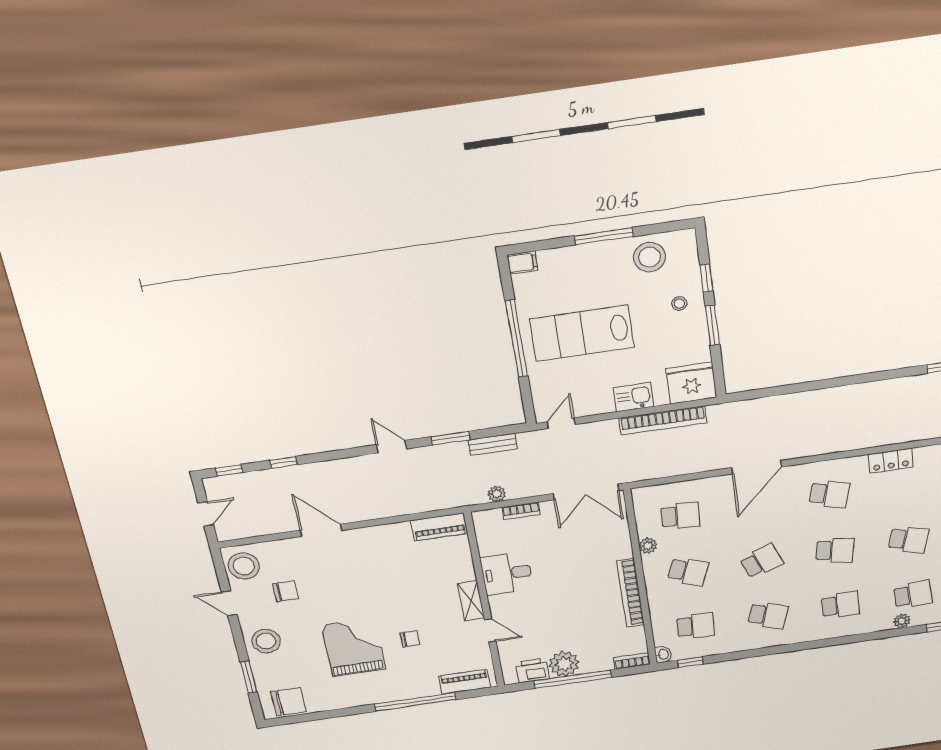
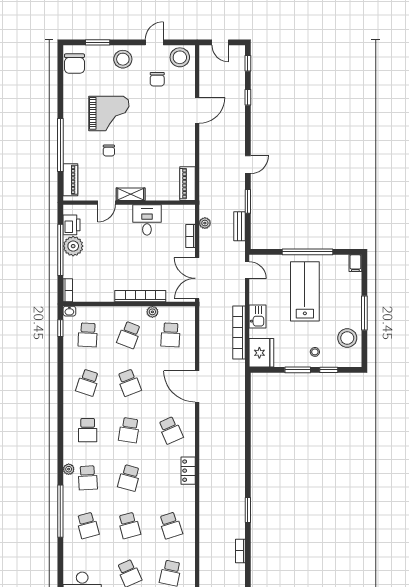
school desk: (829, 494) -> (171, 430), turned -39
bookcase: (630, 593) -> (140, 296), moved

